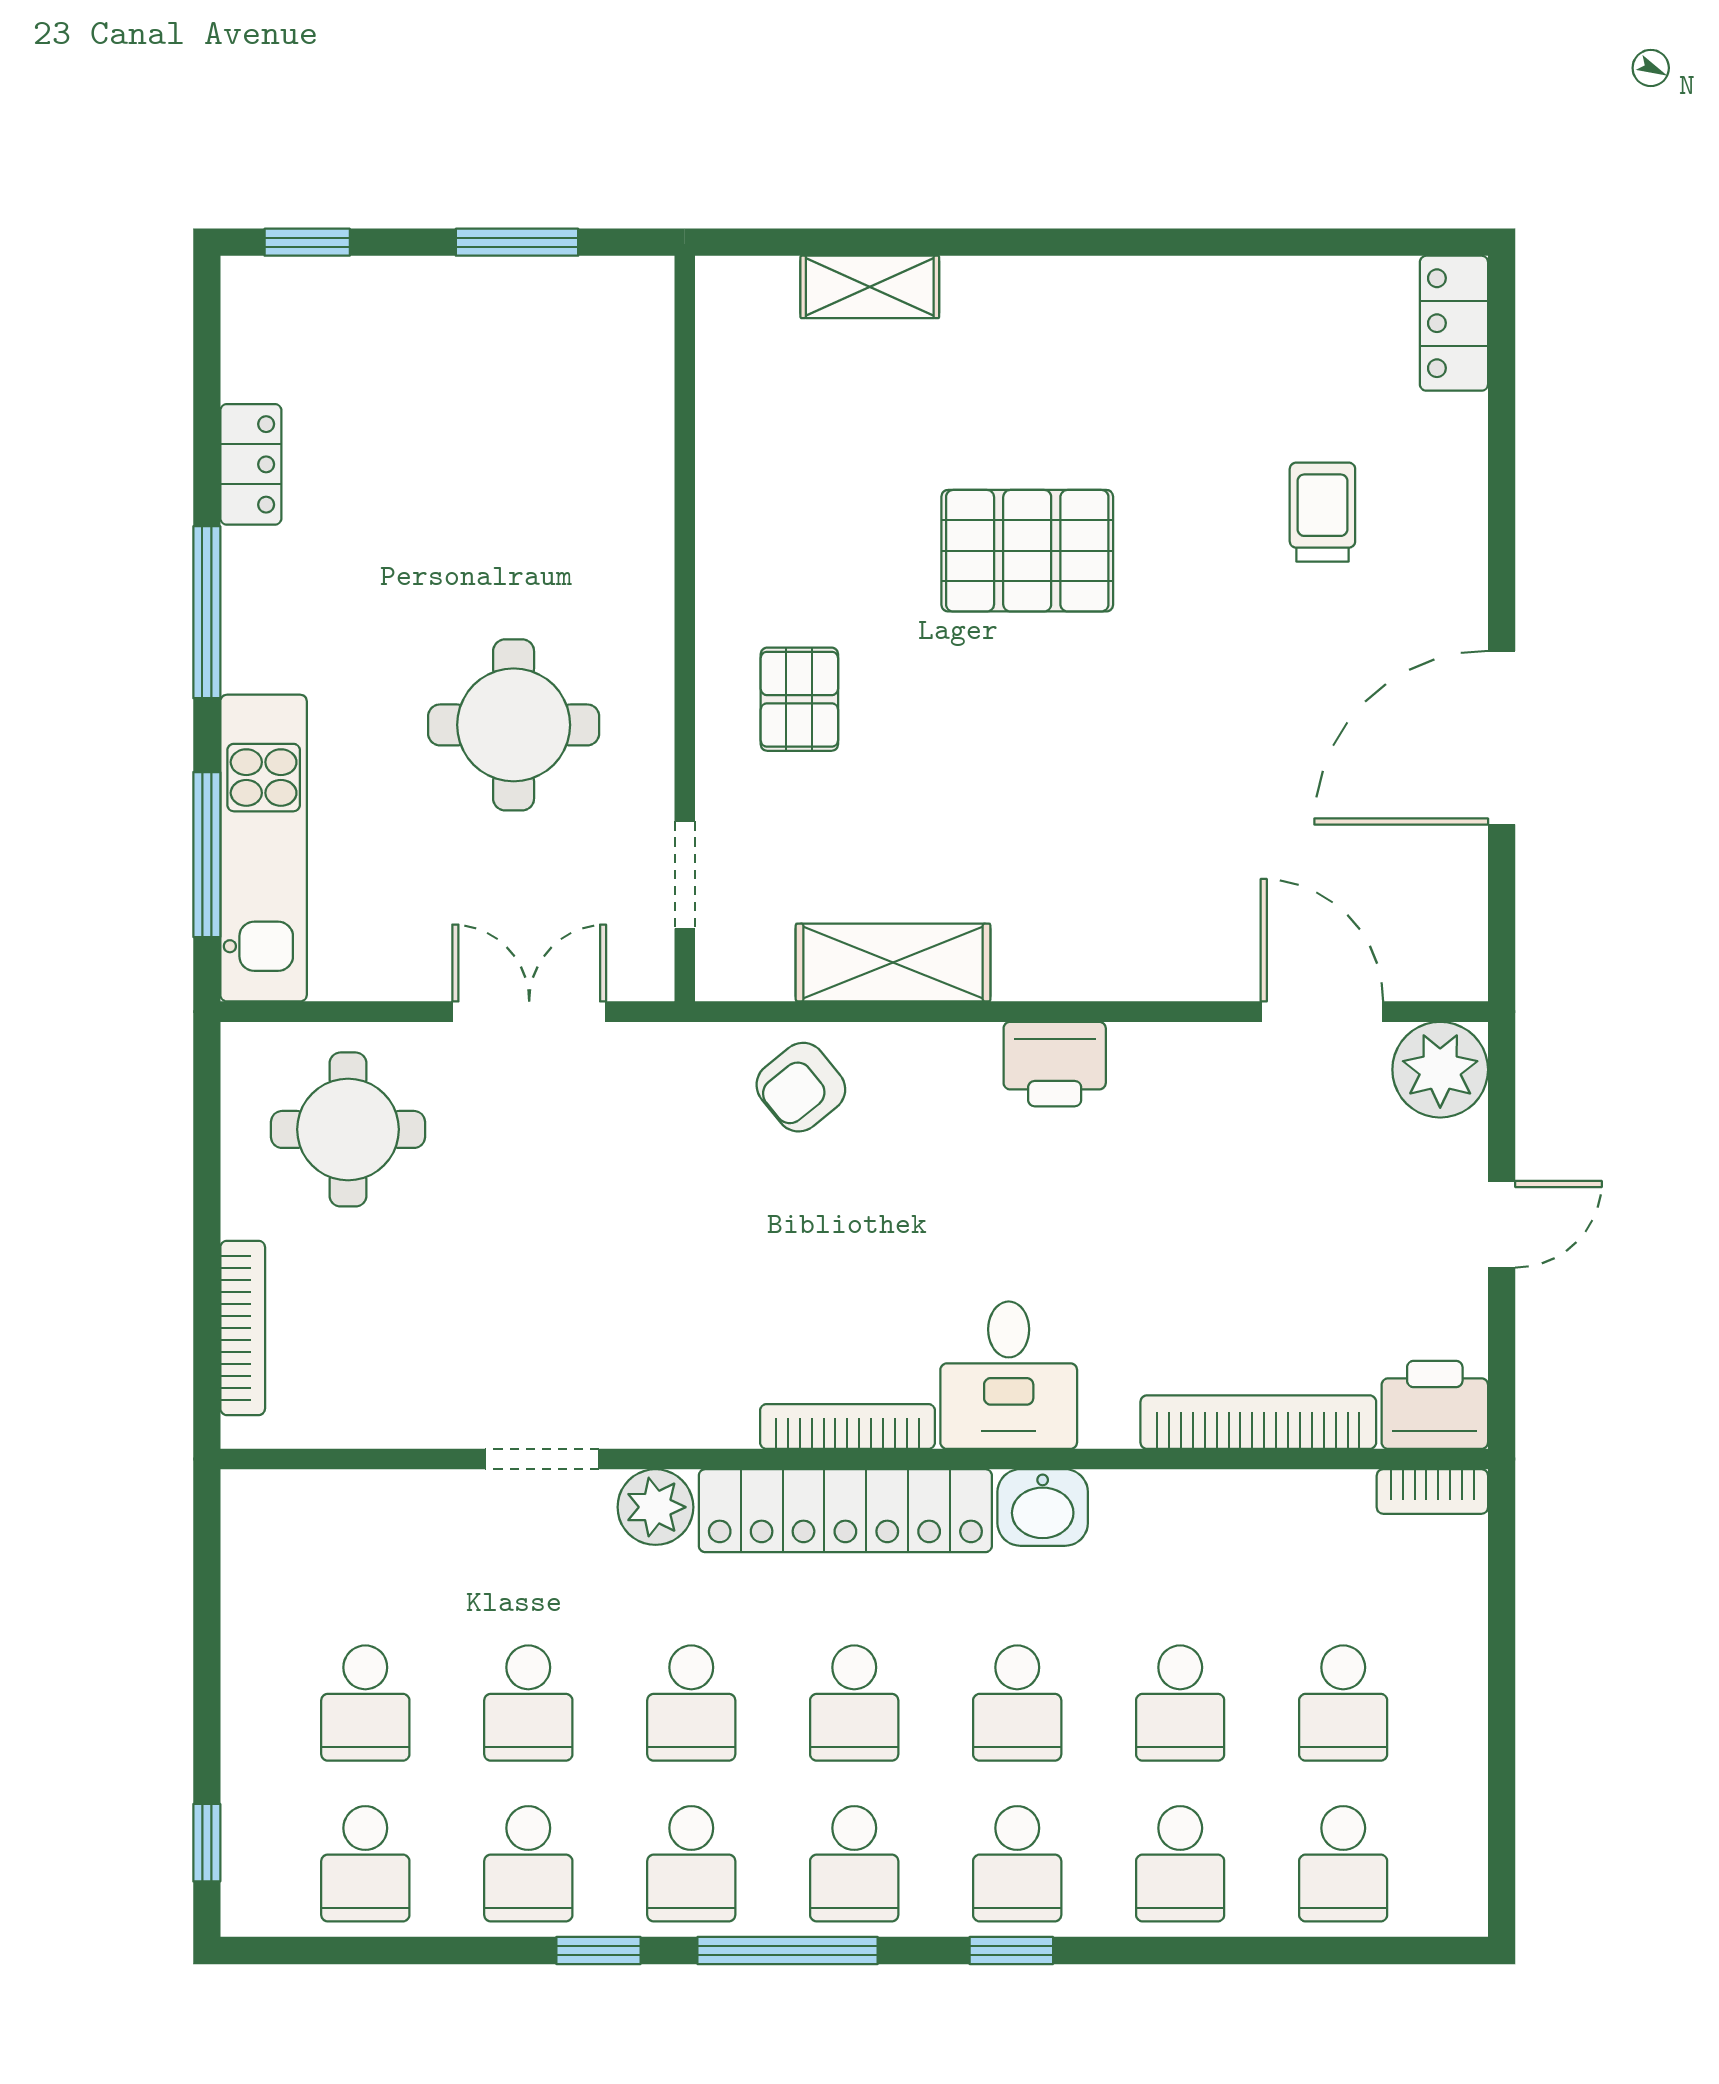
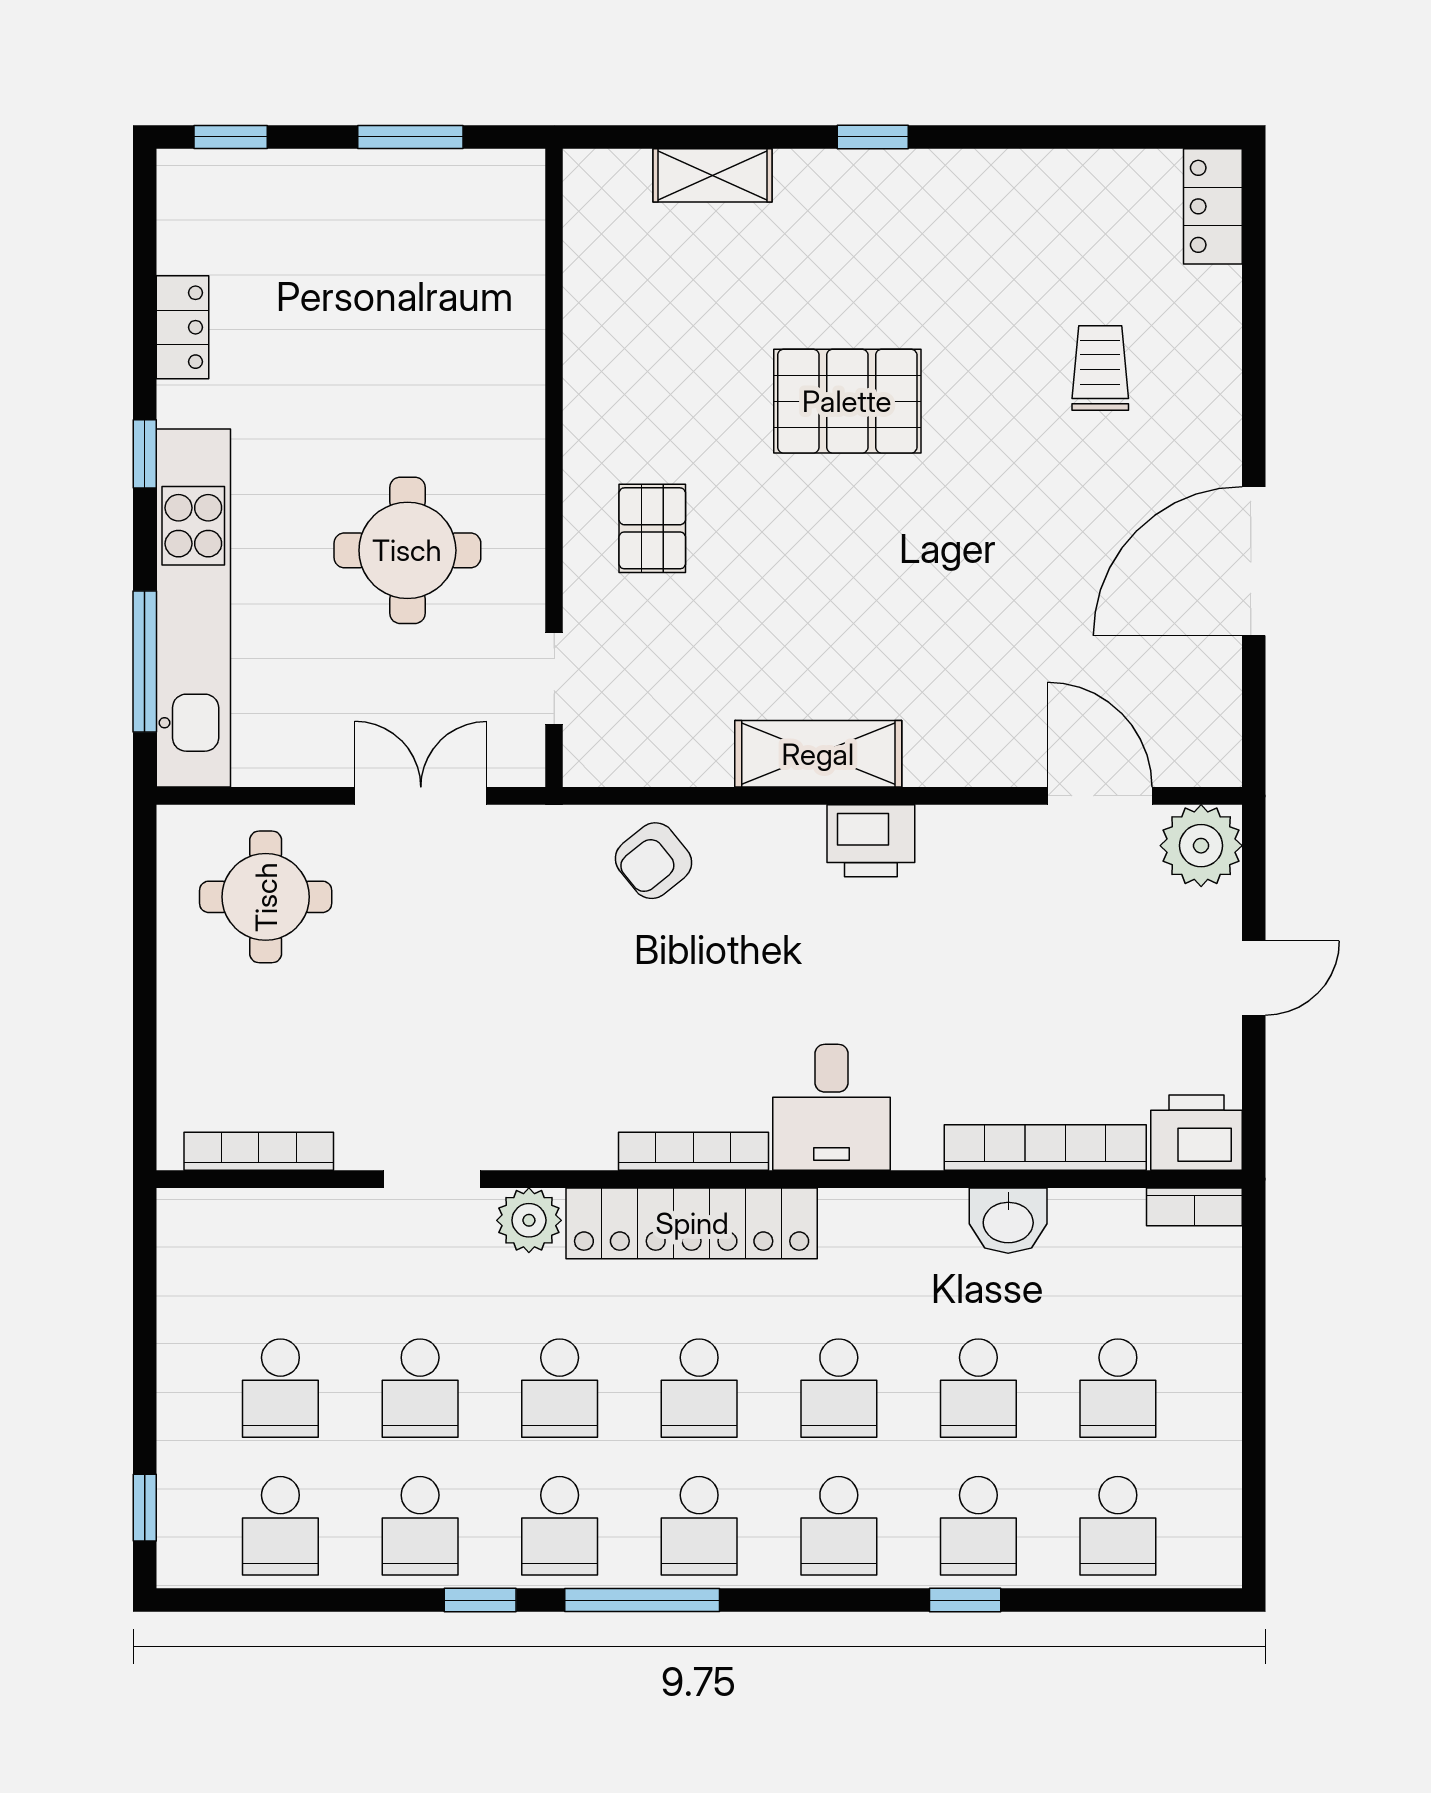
window: (1057, 242) -> (873, 137), added
window: (207, 612) -> (145, 454), width x0.46
kitchen unit: (264, 848) -> (193, 608), width x1.36
shelving: (893, 962) -> (818, 754), moved
bookcase: (243, 1328) -> (259, 1151), moved, turned -90
washbasin: (1043, 1507) -> (1008, 1221), moved
window: (1011, 1951) -> (965, 1600), moved

